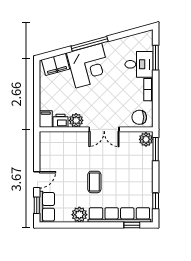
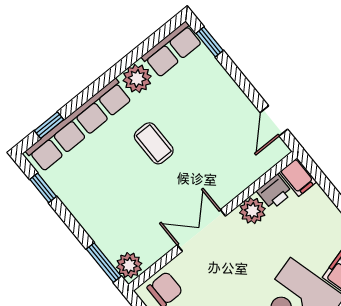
door: (37, 180) -> (274, 121), moved
row of seats: (47, 207) -> (172, 49), moved, turned -90

